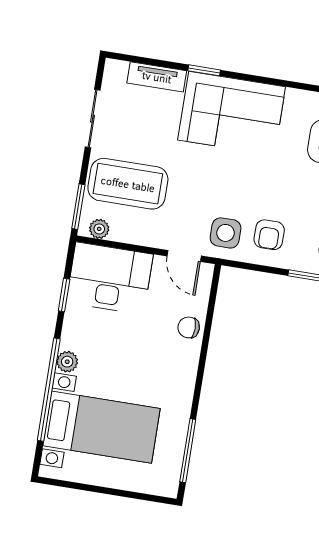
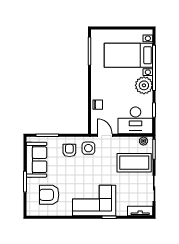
tv unit: (157, 77) -> (140, 211), moved
plant: (67, 362) -> (144, 85), width x1.88, depth x1.88

